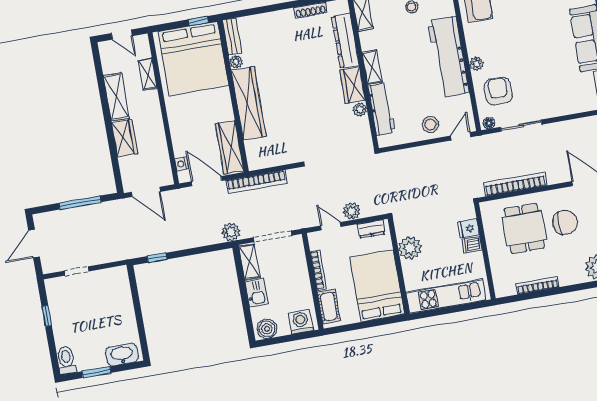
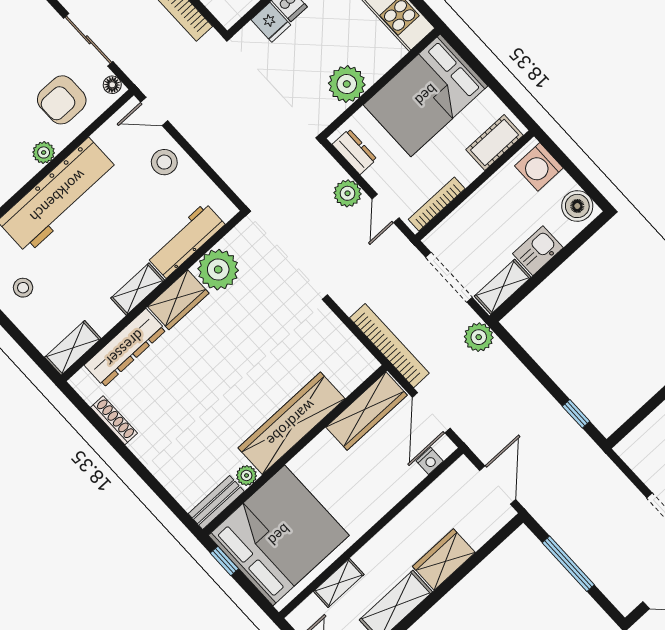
plant: (360, 110) -> (218, 270), width x1.88, depth x1.88
bookcase: (318, 270) -> (437, 204), moved

